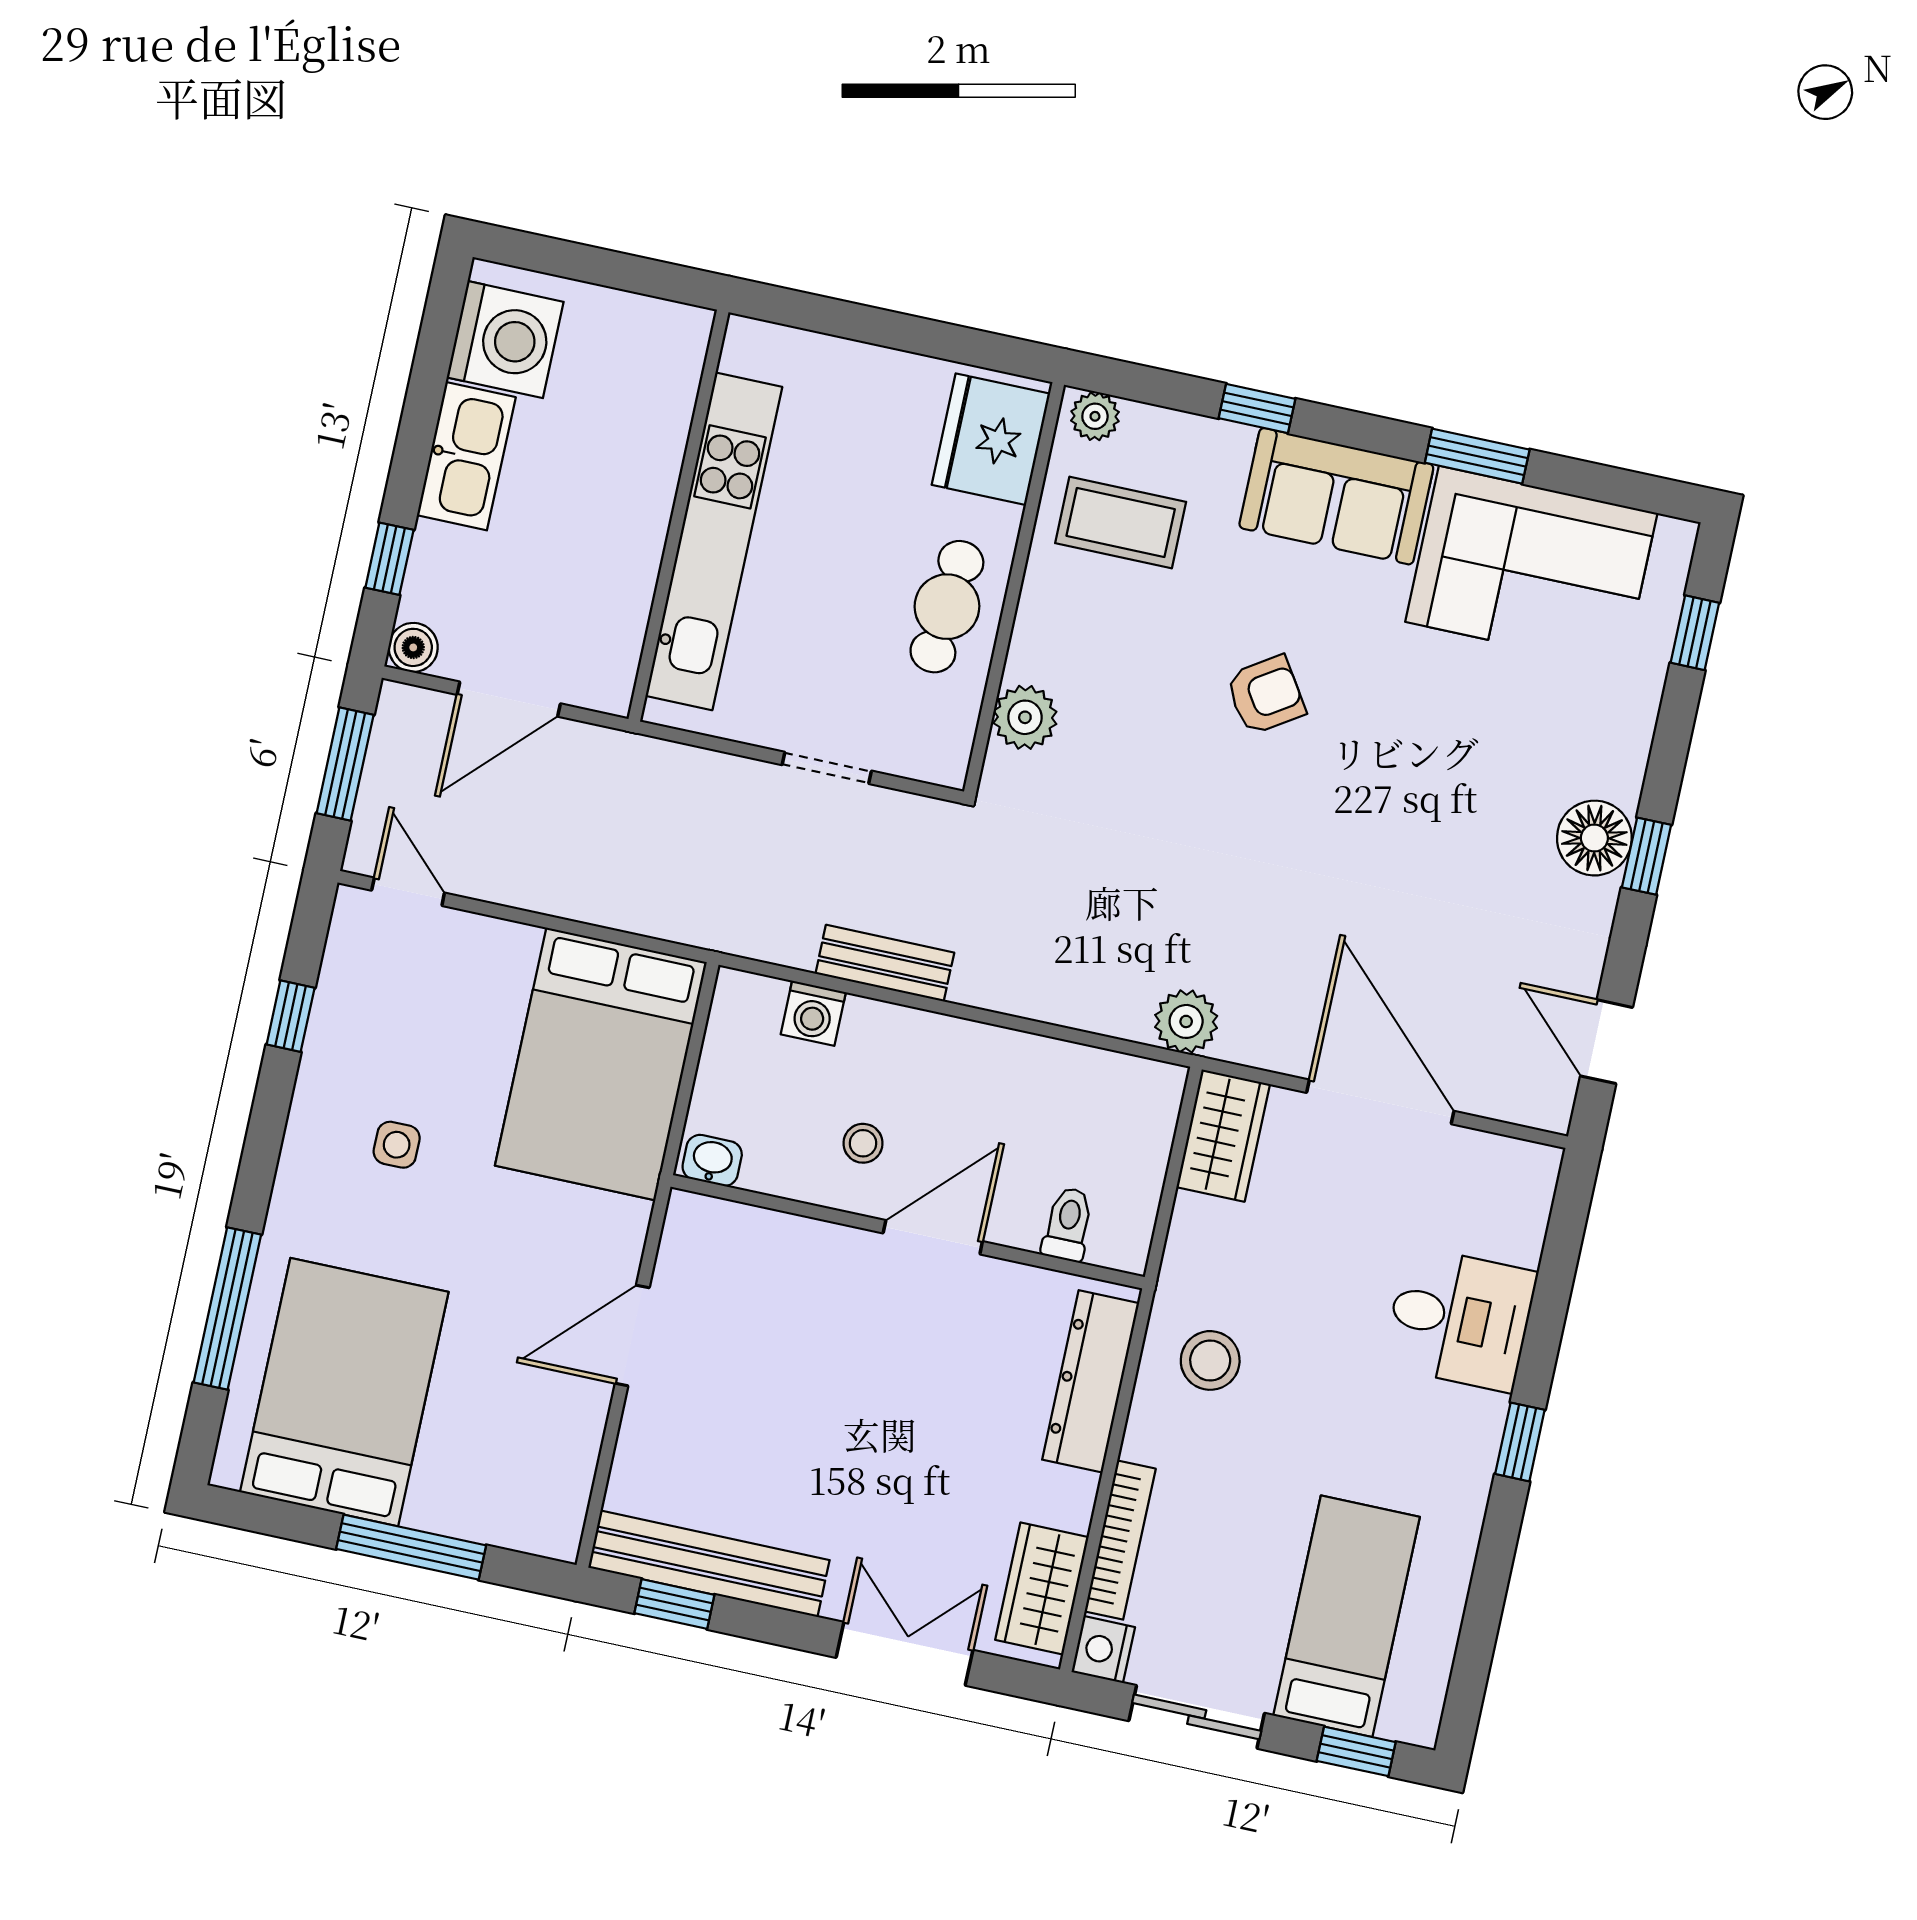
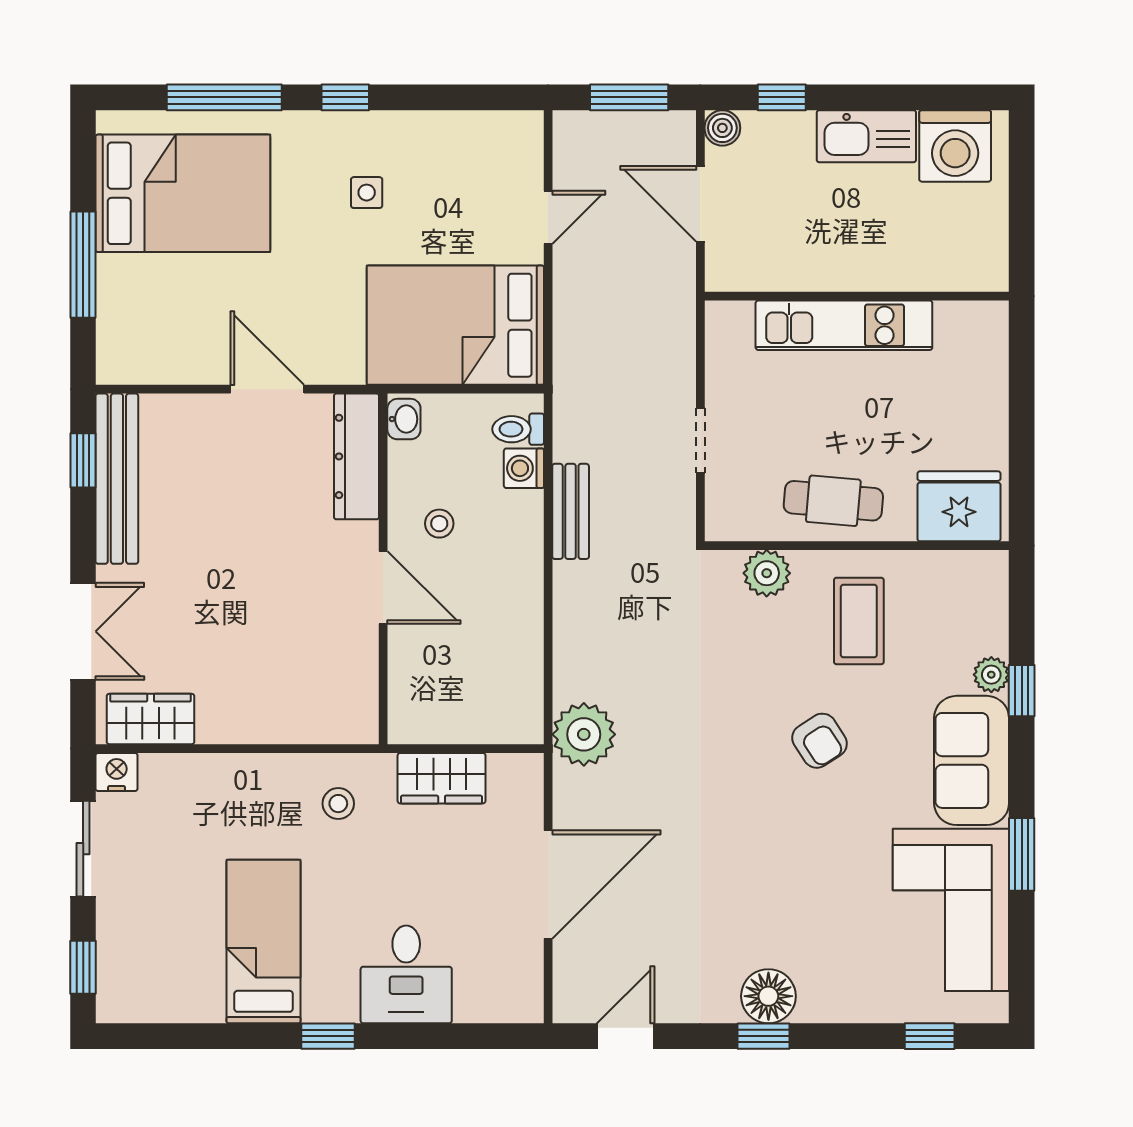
plant: (1095, 416) -> (991, 675), moved
coffee table: (1121, 522) -> (859, 621), moved
kitchen unit: (714, 541) -> (844, 325), width x0.73
door: (408, 892) -> (548, 217), moved
window: (291, 1016) -> (345, 97), moved
plant: (1186, 1021) -> (584, 734), width x1.36, depth x1.36
wardrobe: (1223, 1135) -> (442, 778), moved
toilet: (1068, 1224) -> (518, 429), moved, turned 180
stool: (1210, 1360) -> (338, 804), width x0.73, depth x0.73
dresser: (1091, 1381) -> (356, 456), moved, turned -90
bookcase: (1120, 1540) -> (197, 767), removed
bed: (1347, 1616) -> (264, 942), moved, turned -90

